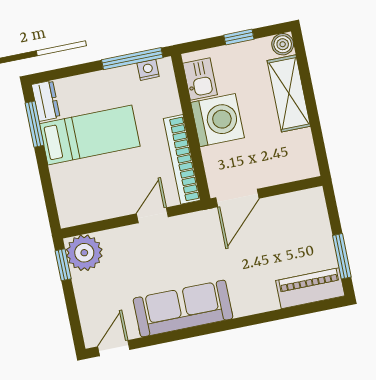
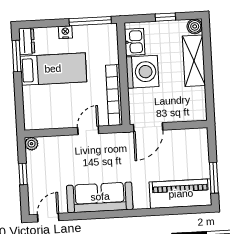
nightstand: (148, 70) -> (65, 32), moved
plant: (84, 253) -> (32, 144), width x0.53, depth x0.53
window: (63, 265) -> (23, 174), moved
piano: (310, 288) -> (181, 194), width x1.37, depth x1.33

